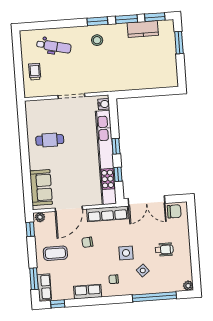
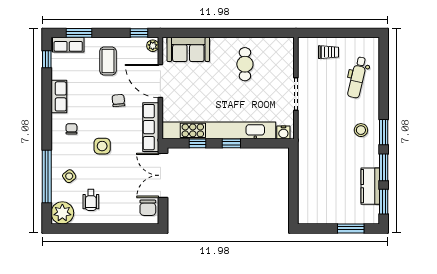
wheelchair: (164, 250) -> (91, 200), moved
side table: (143, 270) -> (69, 176), moved
plant: (188, 286) -> (62, 213), width x1.87, depth x1.87

